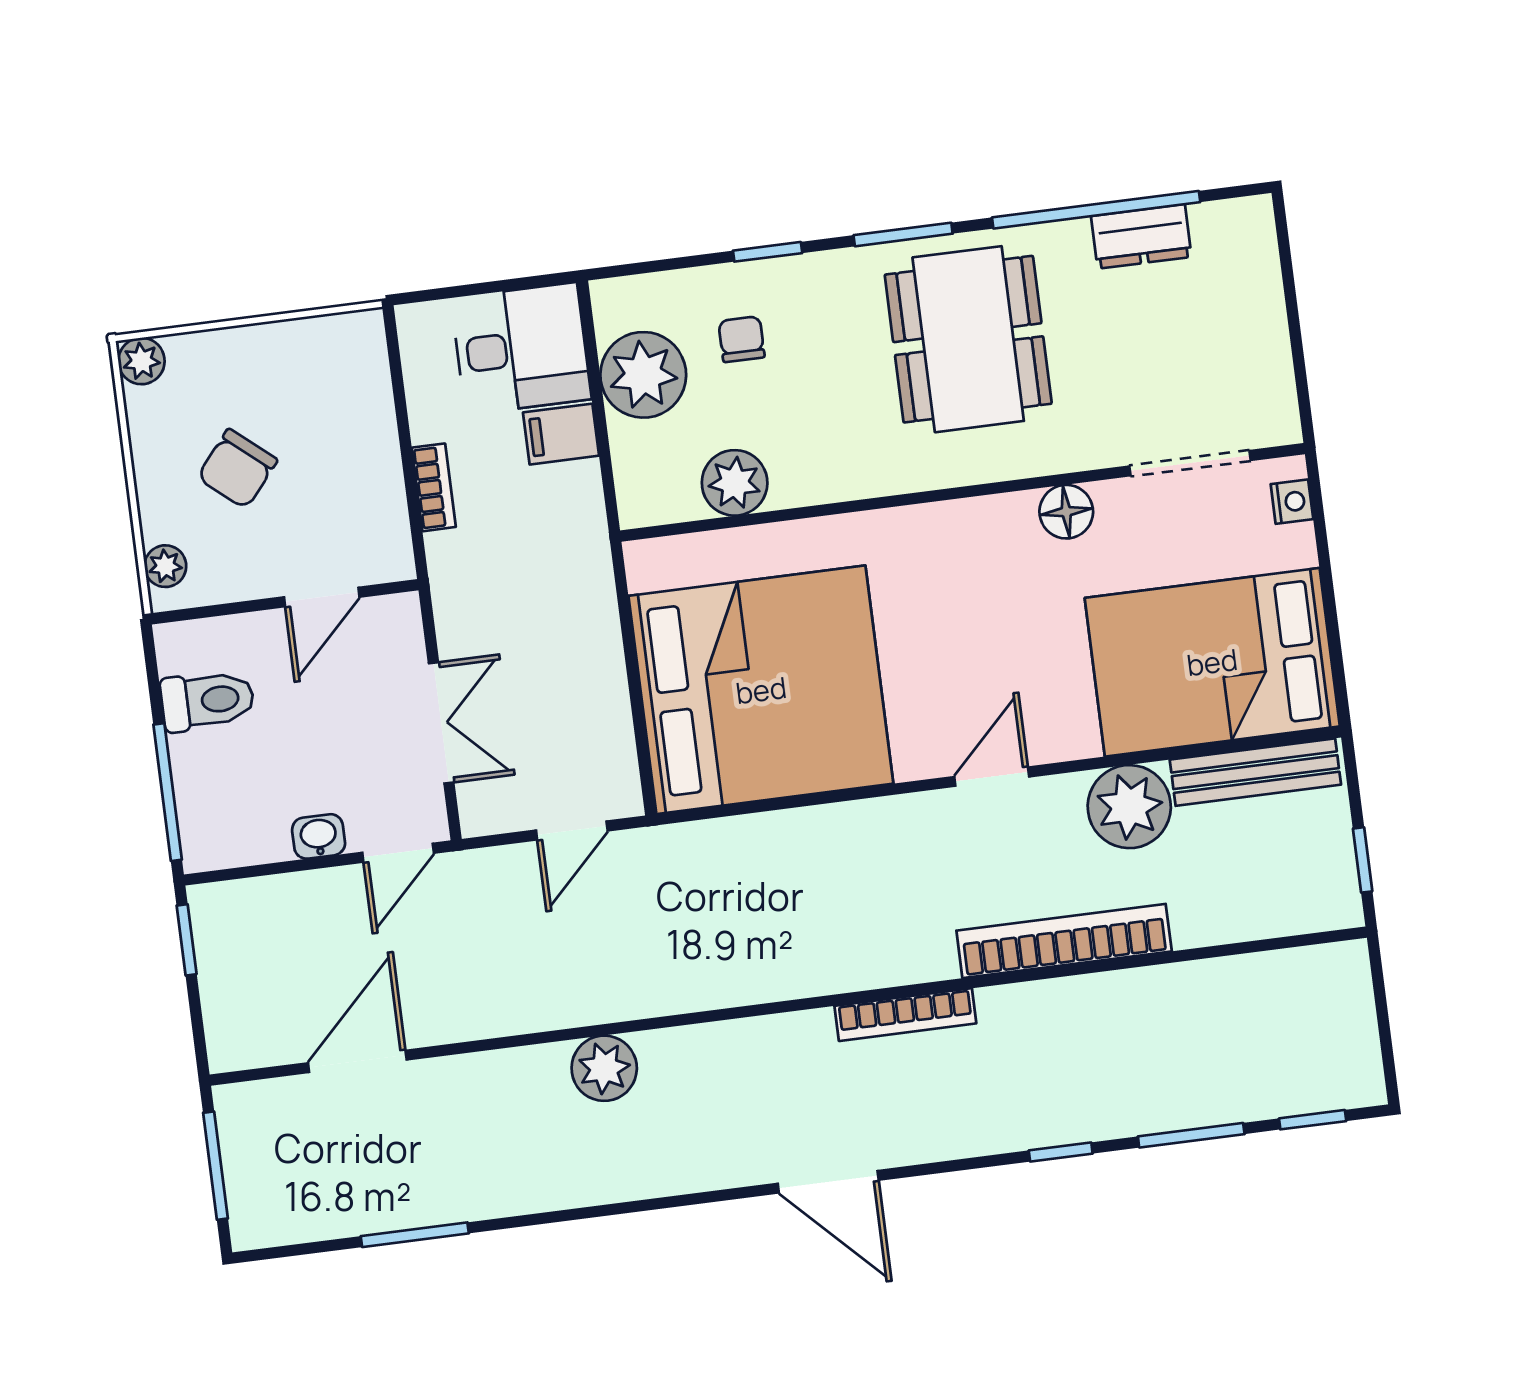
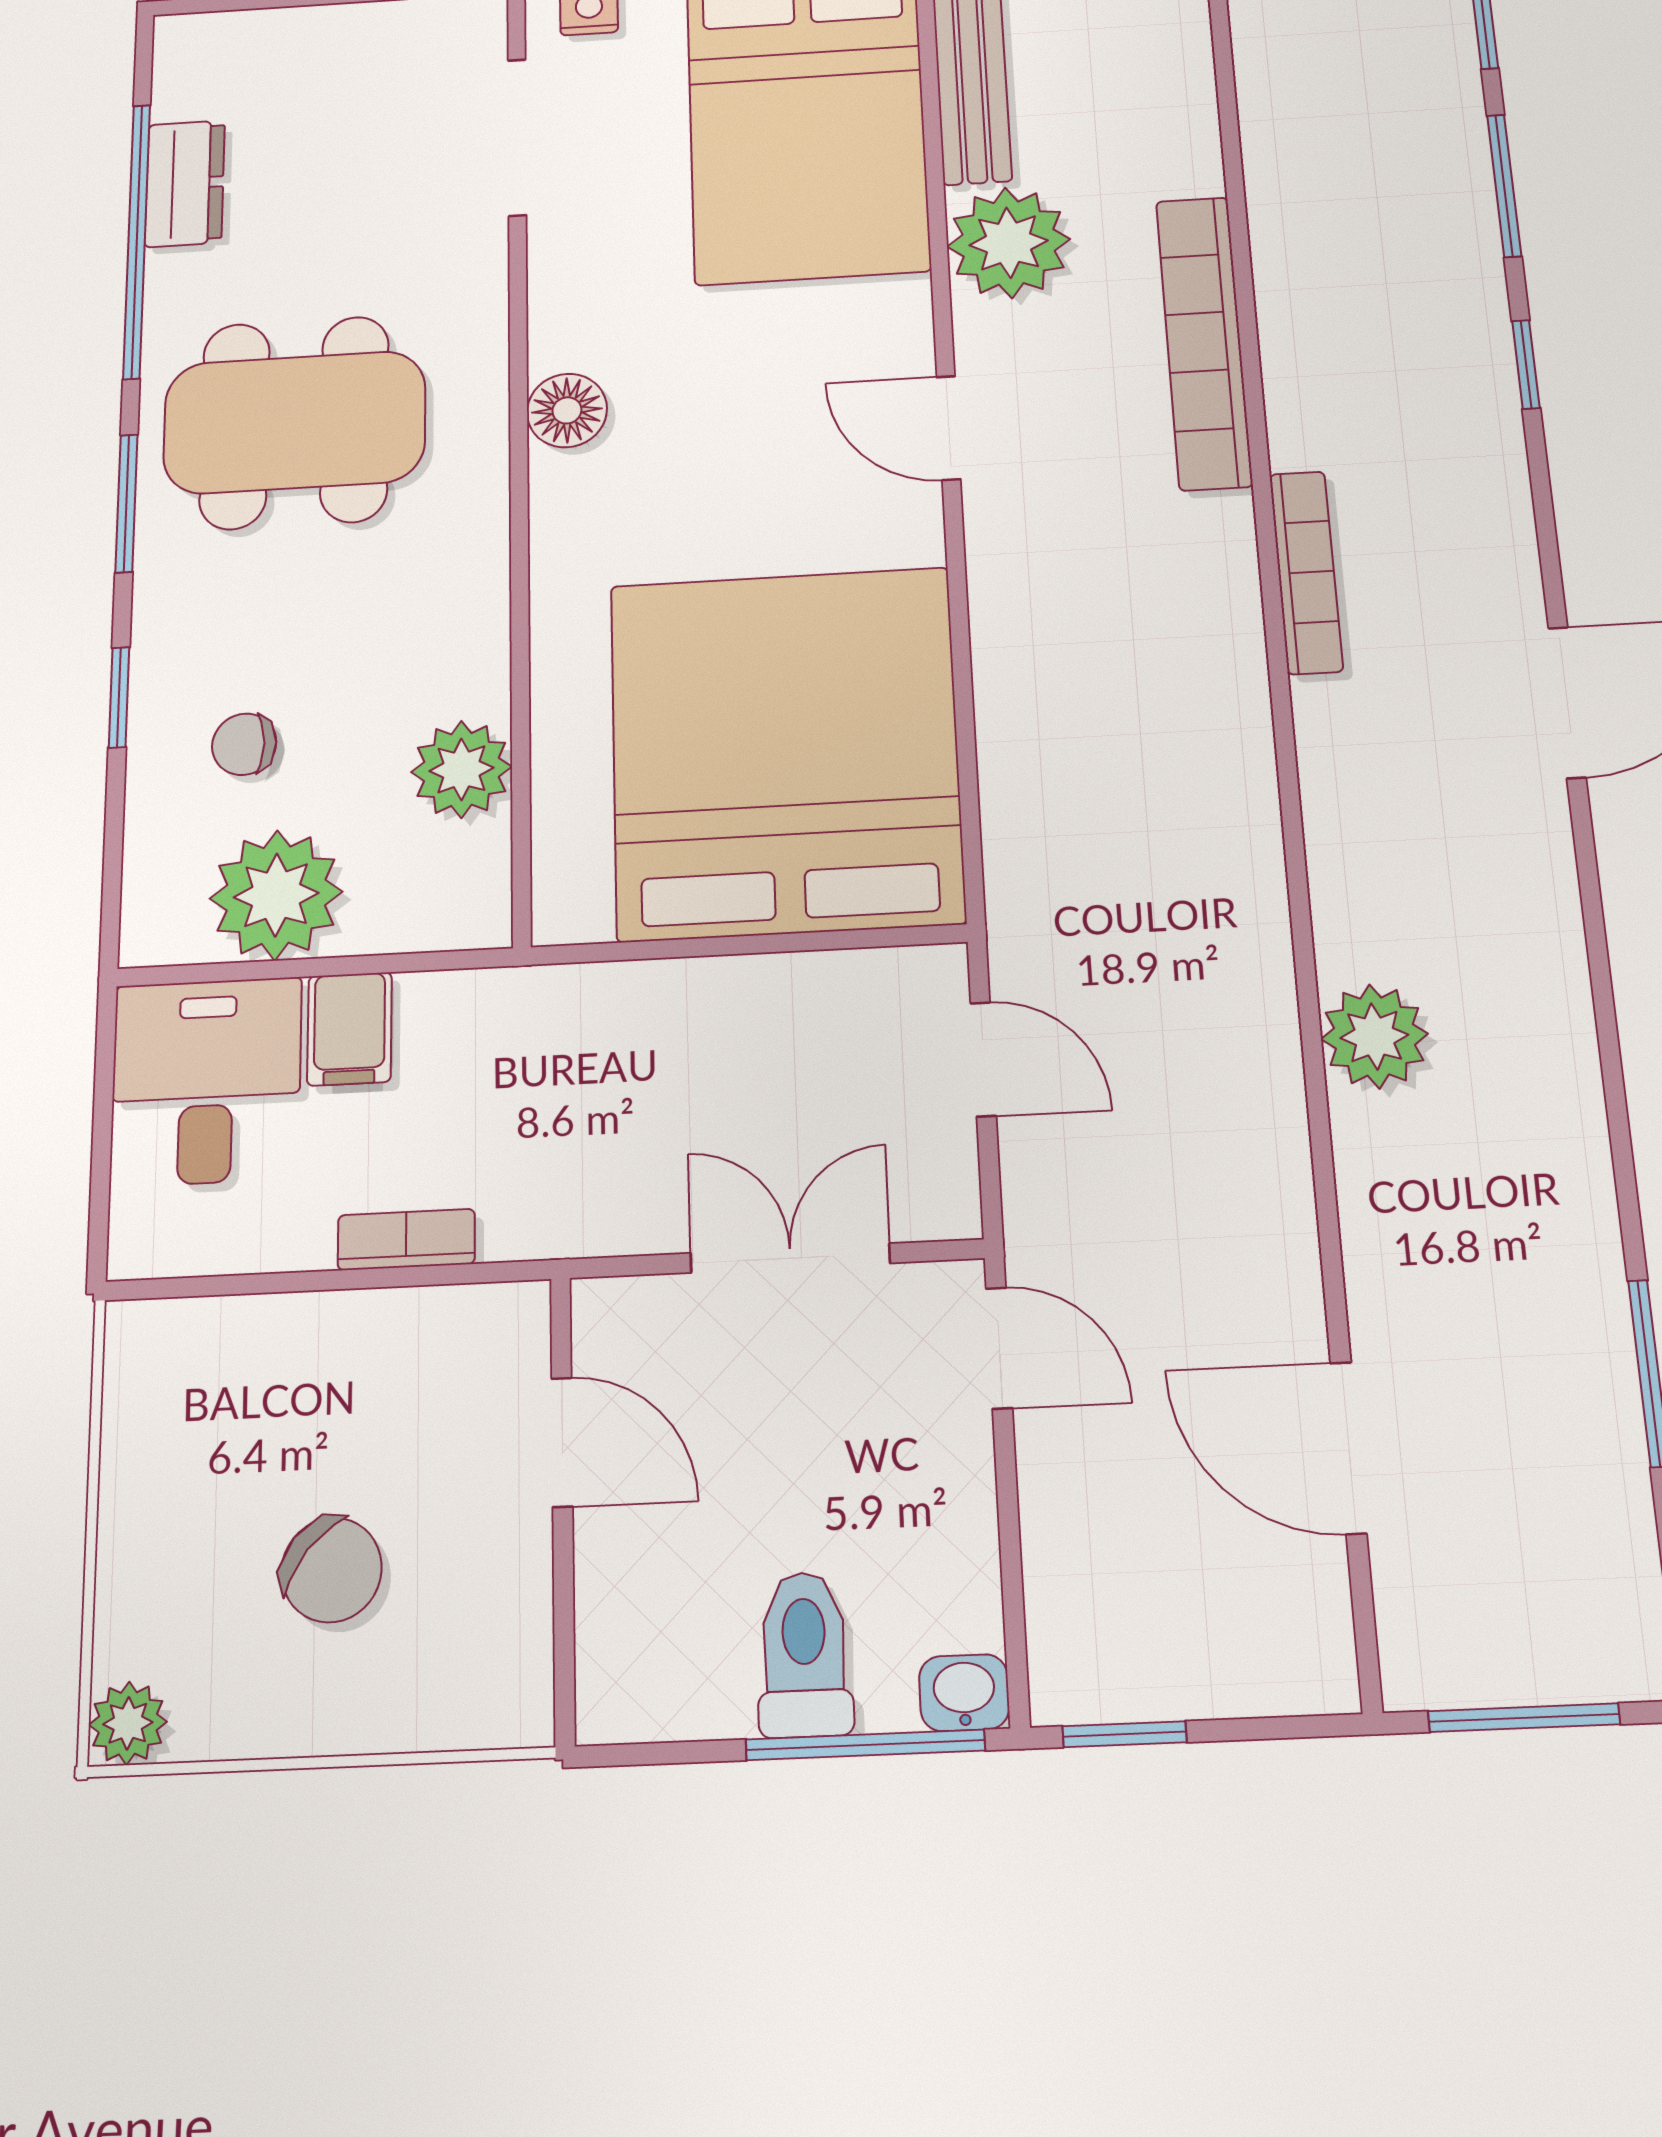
floor lamp: (1066, 512) -> (567, 410), moved
plant: (165, 566) -> (478, 1713), removed
toilet: (207, 701) -> (804, 1654), moved
washbasin: (319, 836) -> (964, 1693), moved, turned 90

